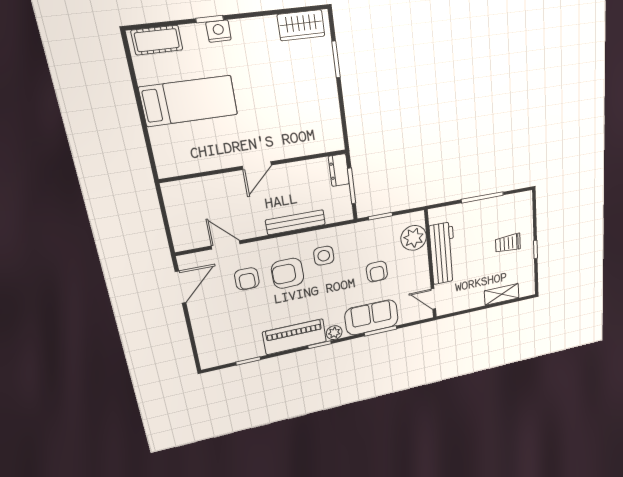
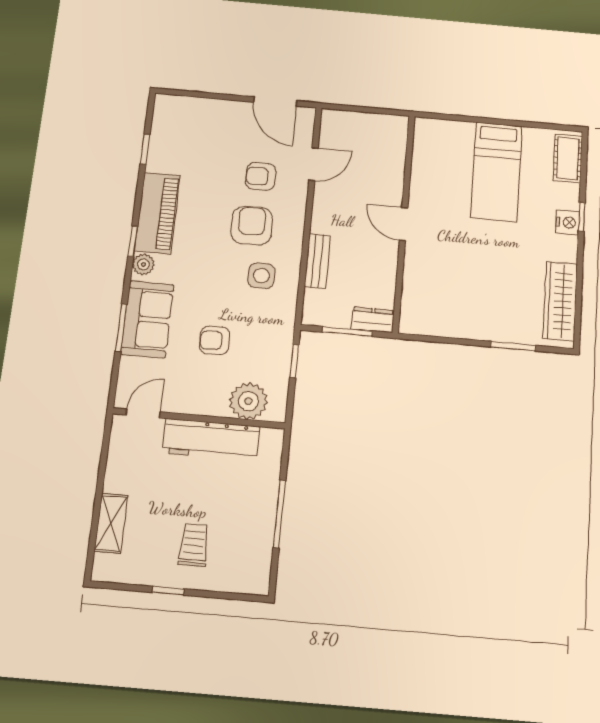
wardrobe: (301, 25) -> (560, 301), width x1.50
bench: (296, 222) -> (317, 261), width x0.73

